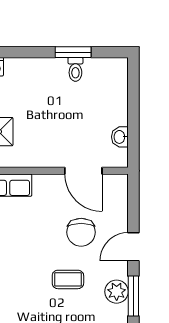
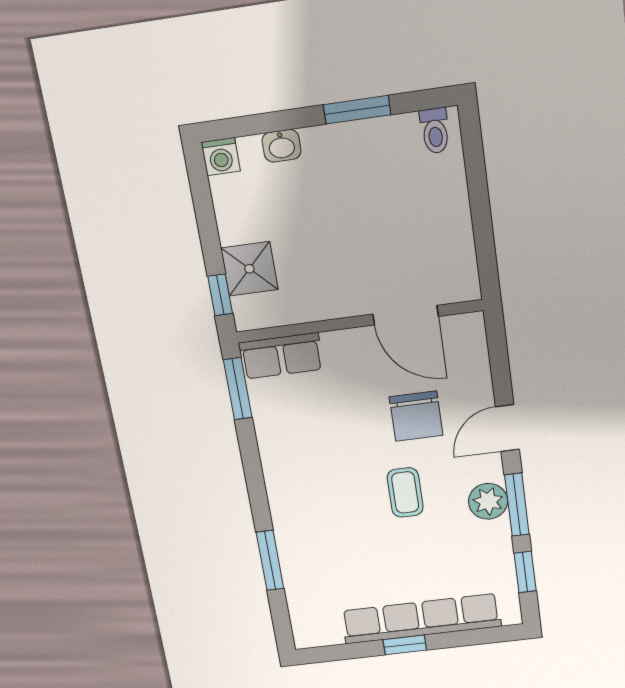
toilet: (75, 69) -> (435, 131), moved
washbasin: (120, 137) -> (282, 146), moved, turned -90
coffee table: (68, 279) -> (405, 492), turned 90

